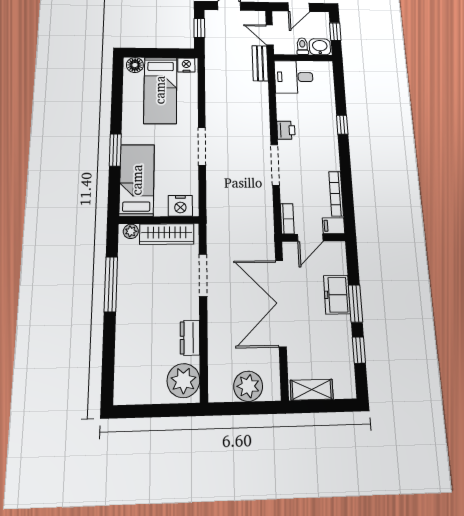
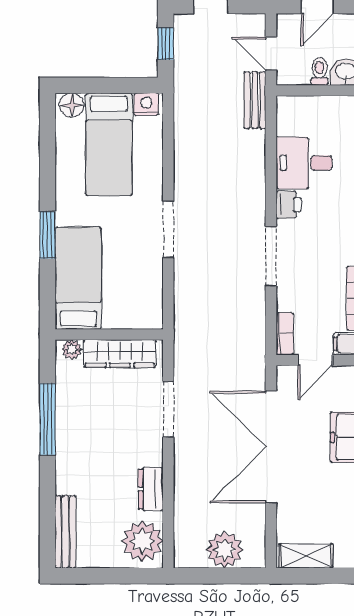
desk: (294, 77) -> (304, 163), moved
nightstand: (180, 206) -> (138, 315), removed
bench: (122, 374) -> (65, 532), added

